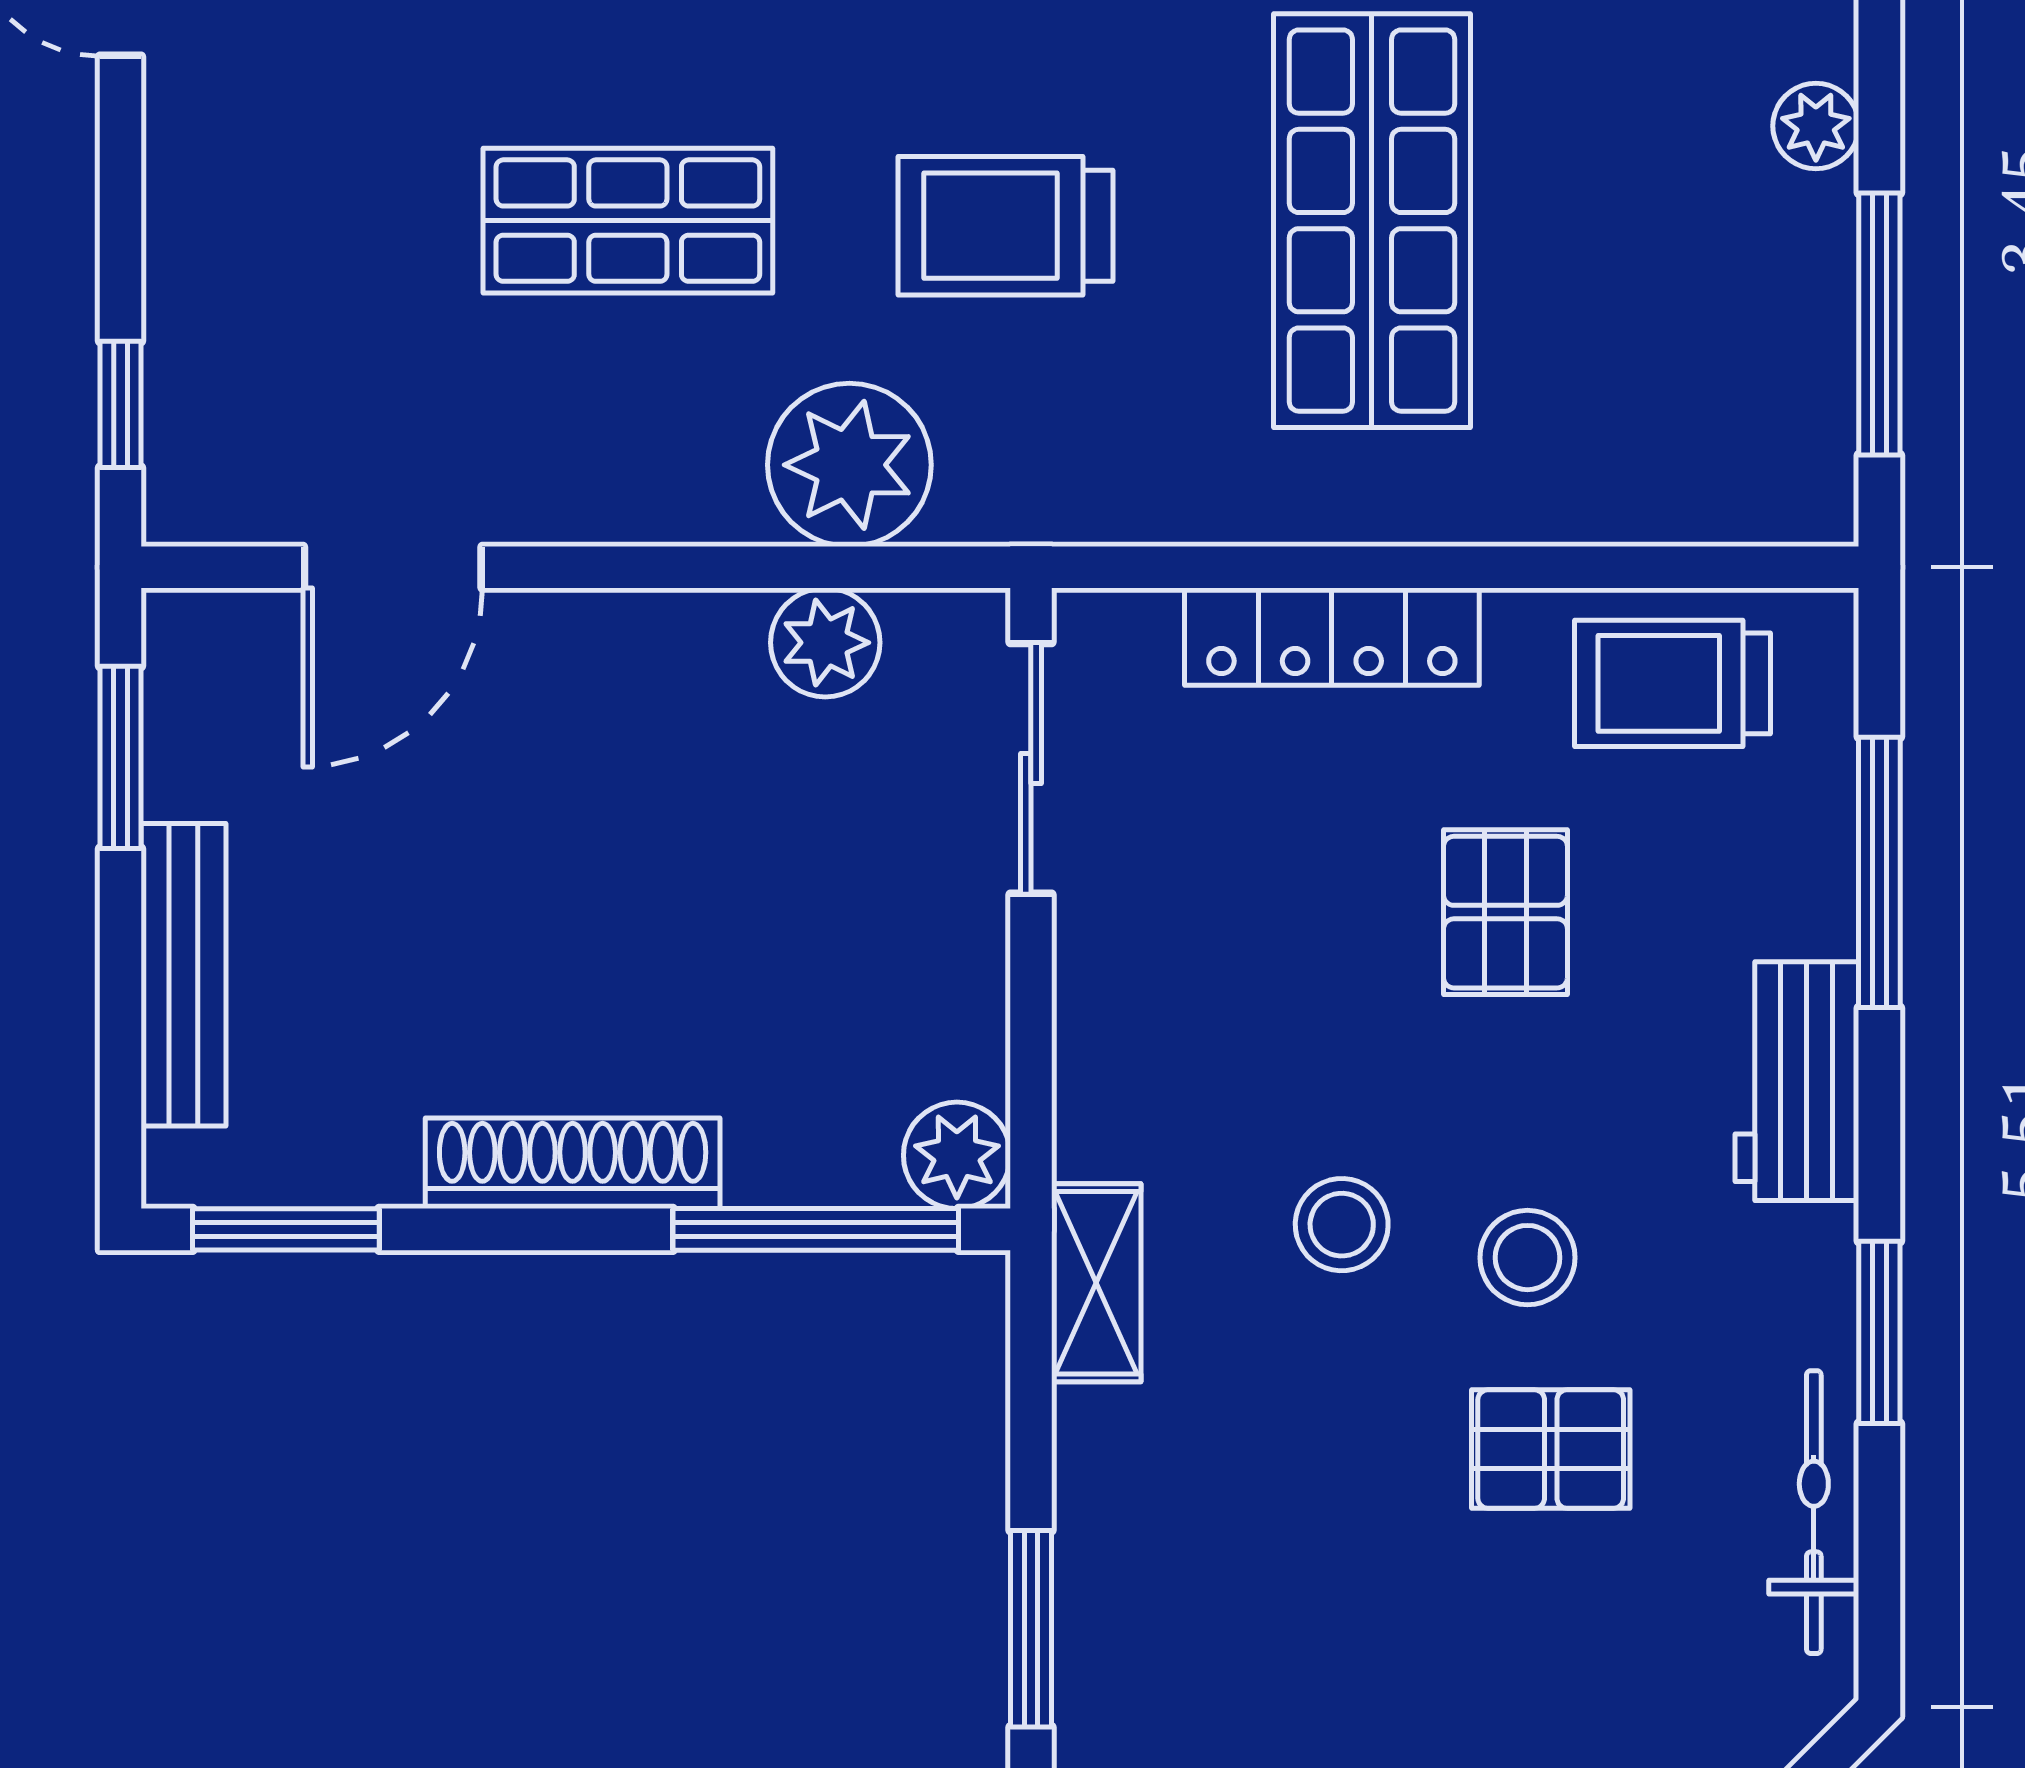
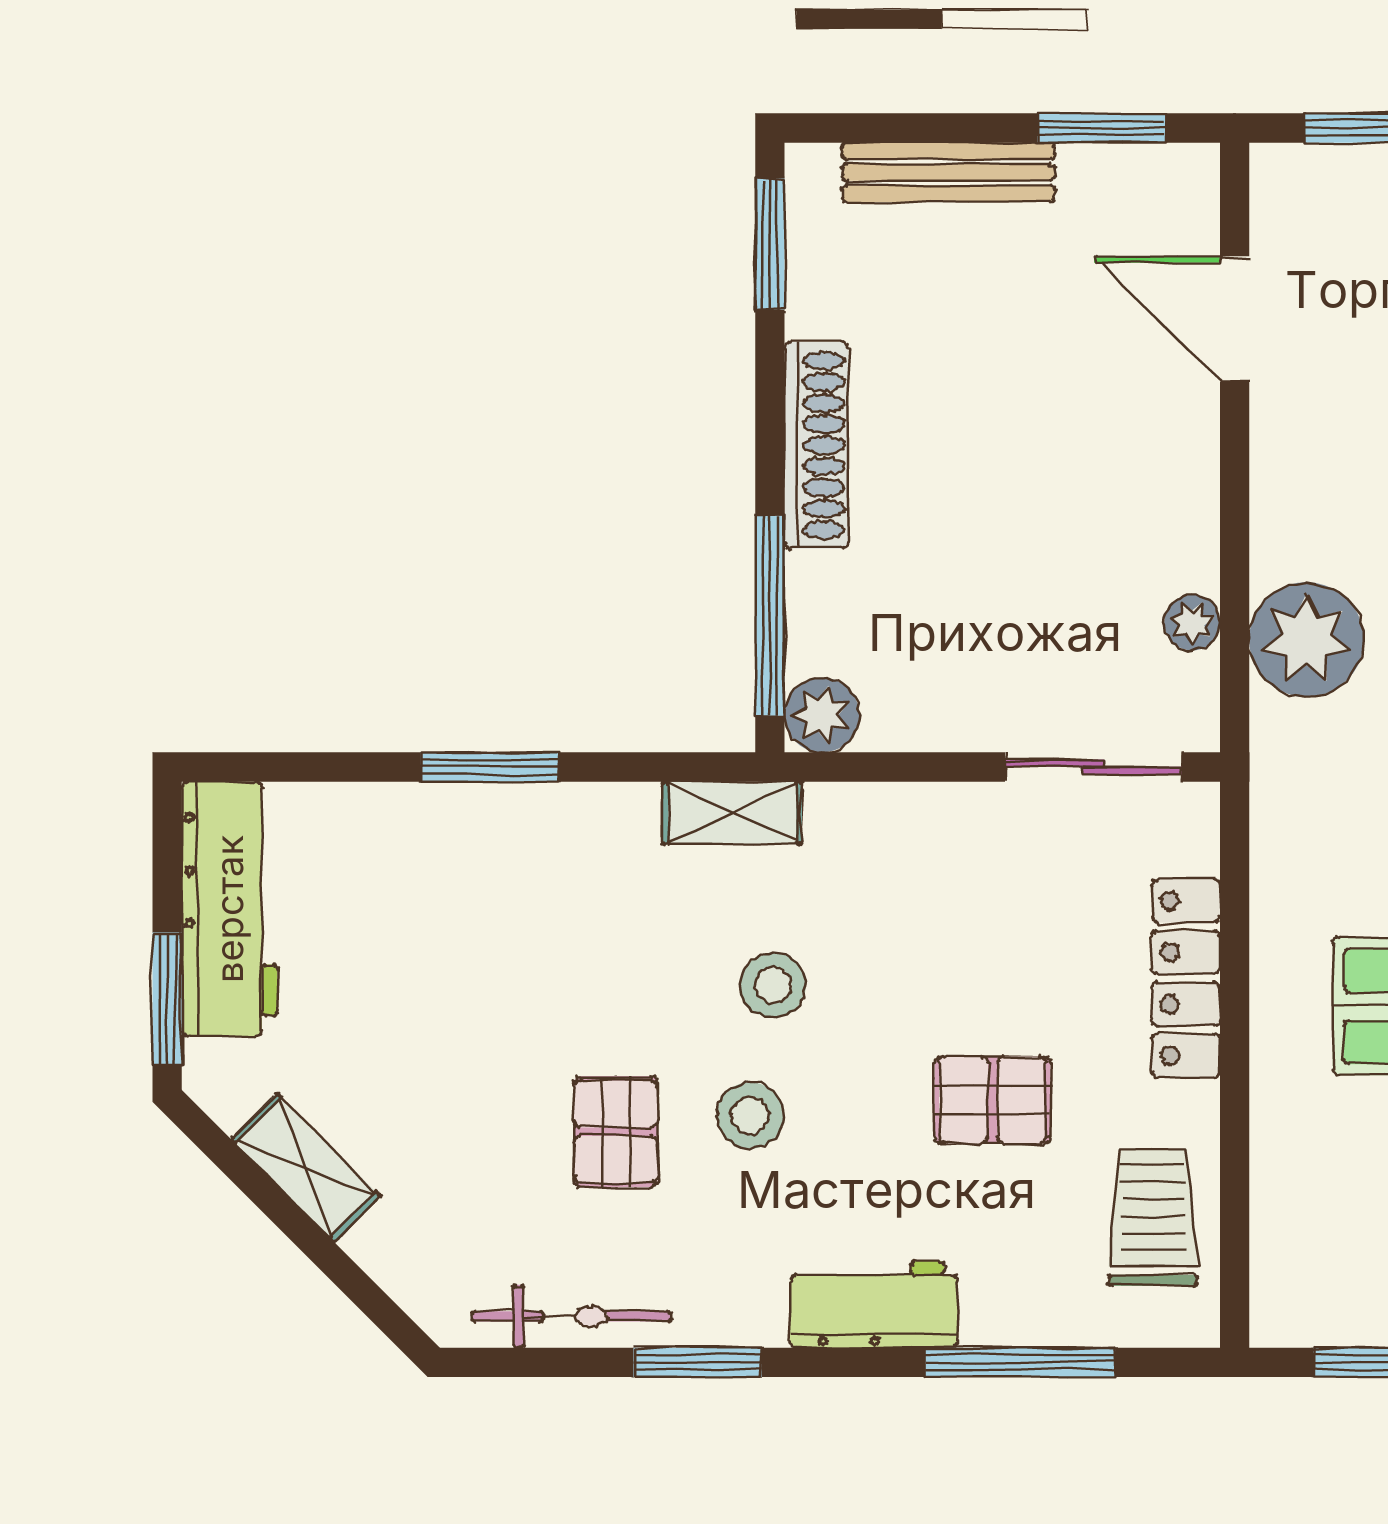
plant: (825, 643) -> (1192, 623), width x0.73, depth x0.73

